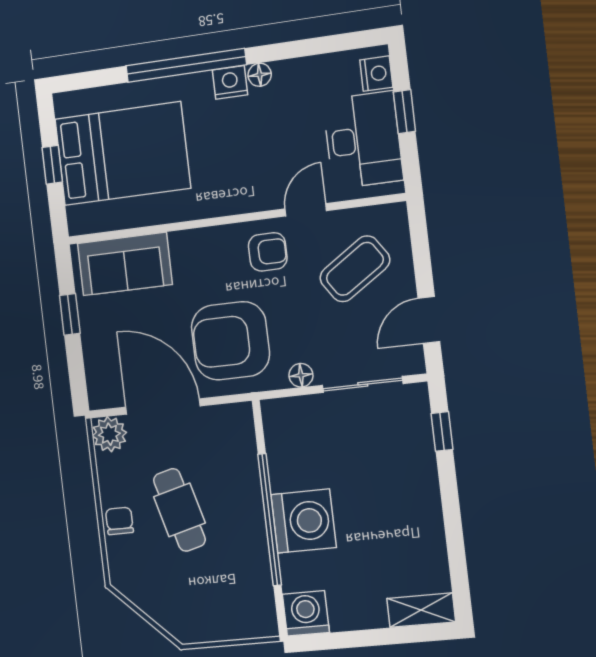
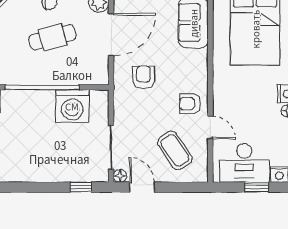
armchair: (268, 252) -> (190, 104), turned 90
armchair: (230, 341) -> (143, 77), width x0.53, depth x0.53
floor lamp: (301, 375) -> (120, 176), moved
washing machine: (303, 521) -> (72, 106), moved

